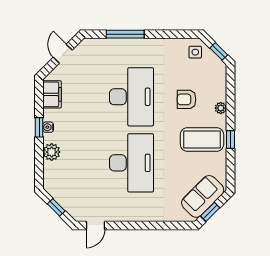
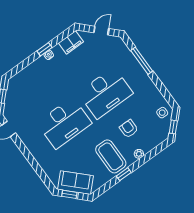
plant: (52, 152) -> (35, 68), removed

